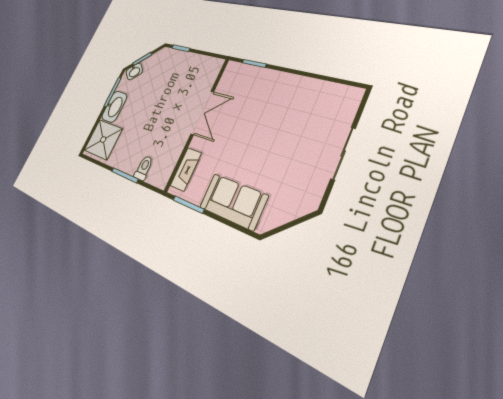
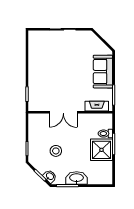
stool: (159, 87) -> (56, 151), added
double door: (202, 113) -> (63, 112), swing flipped
shower: (103, 140) -> (102, 150), moved

